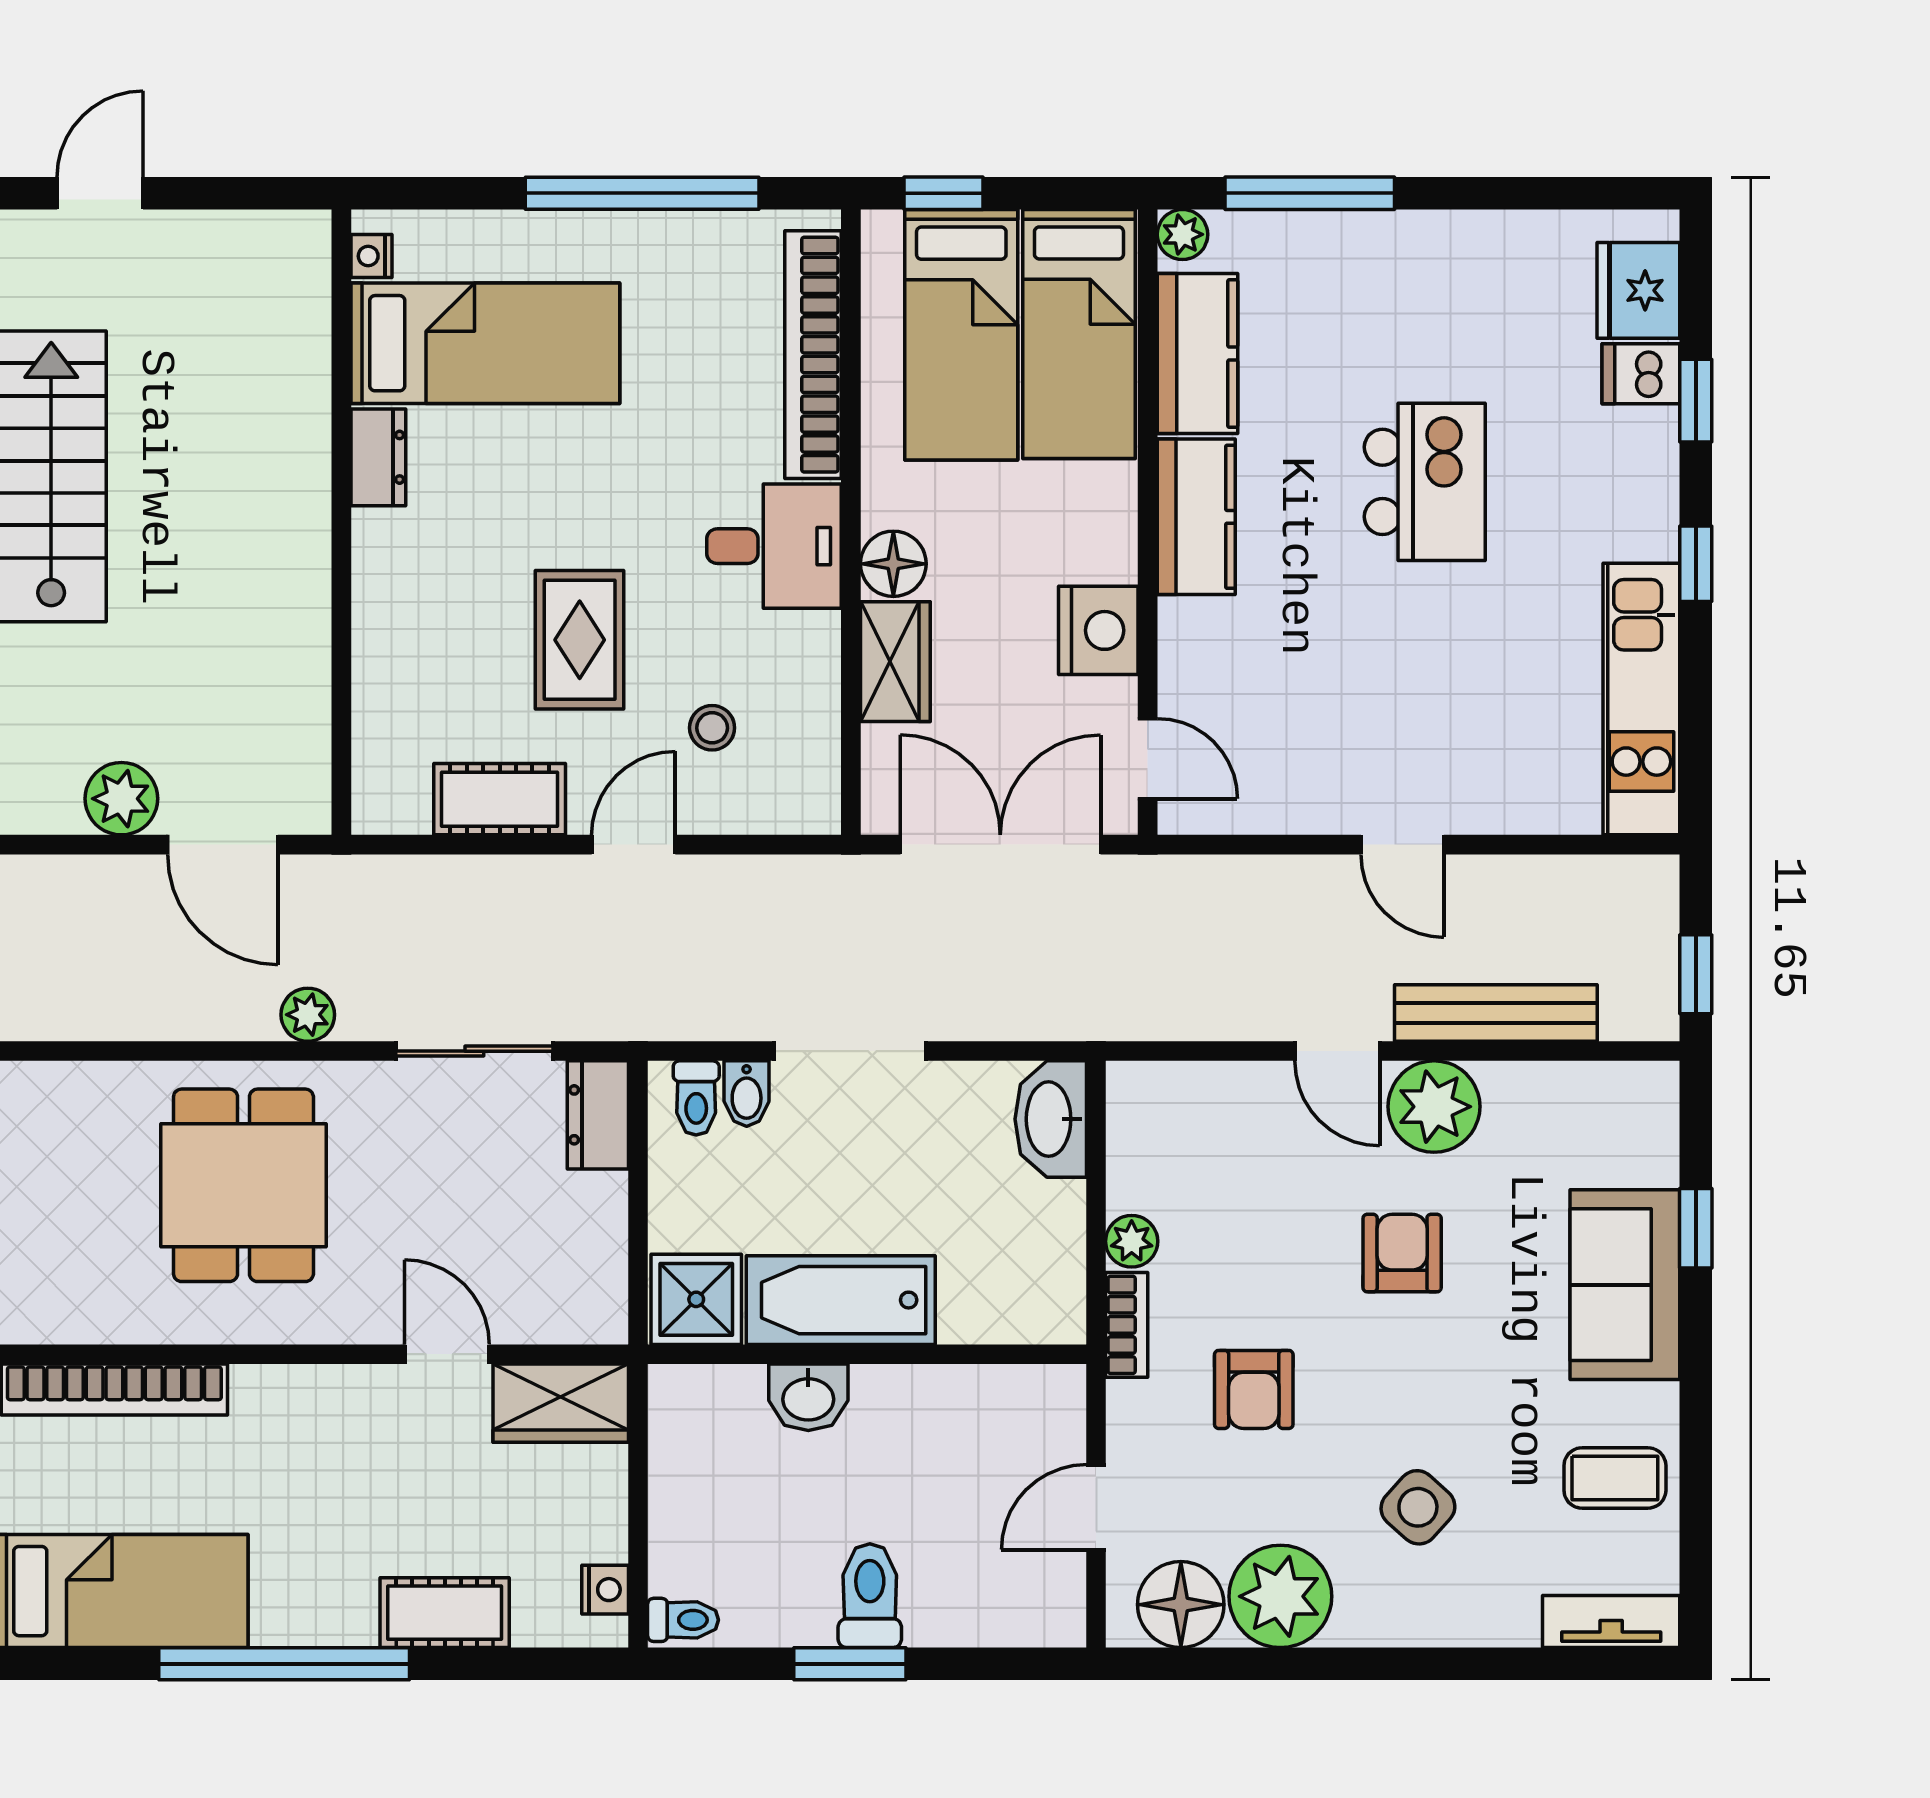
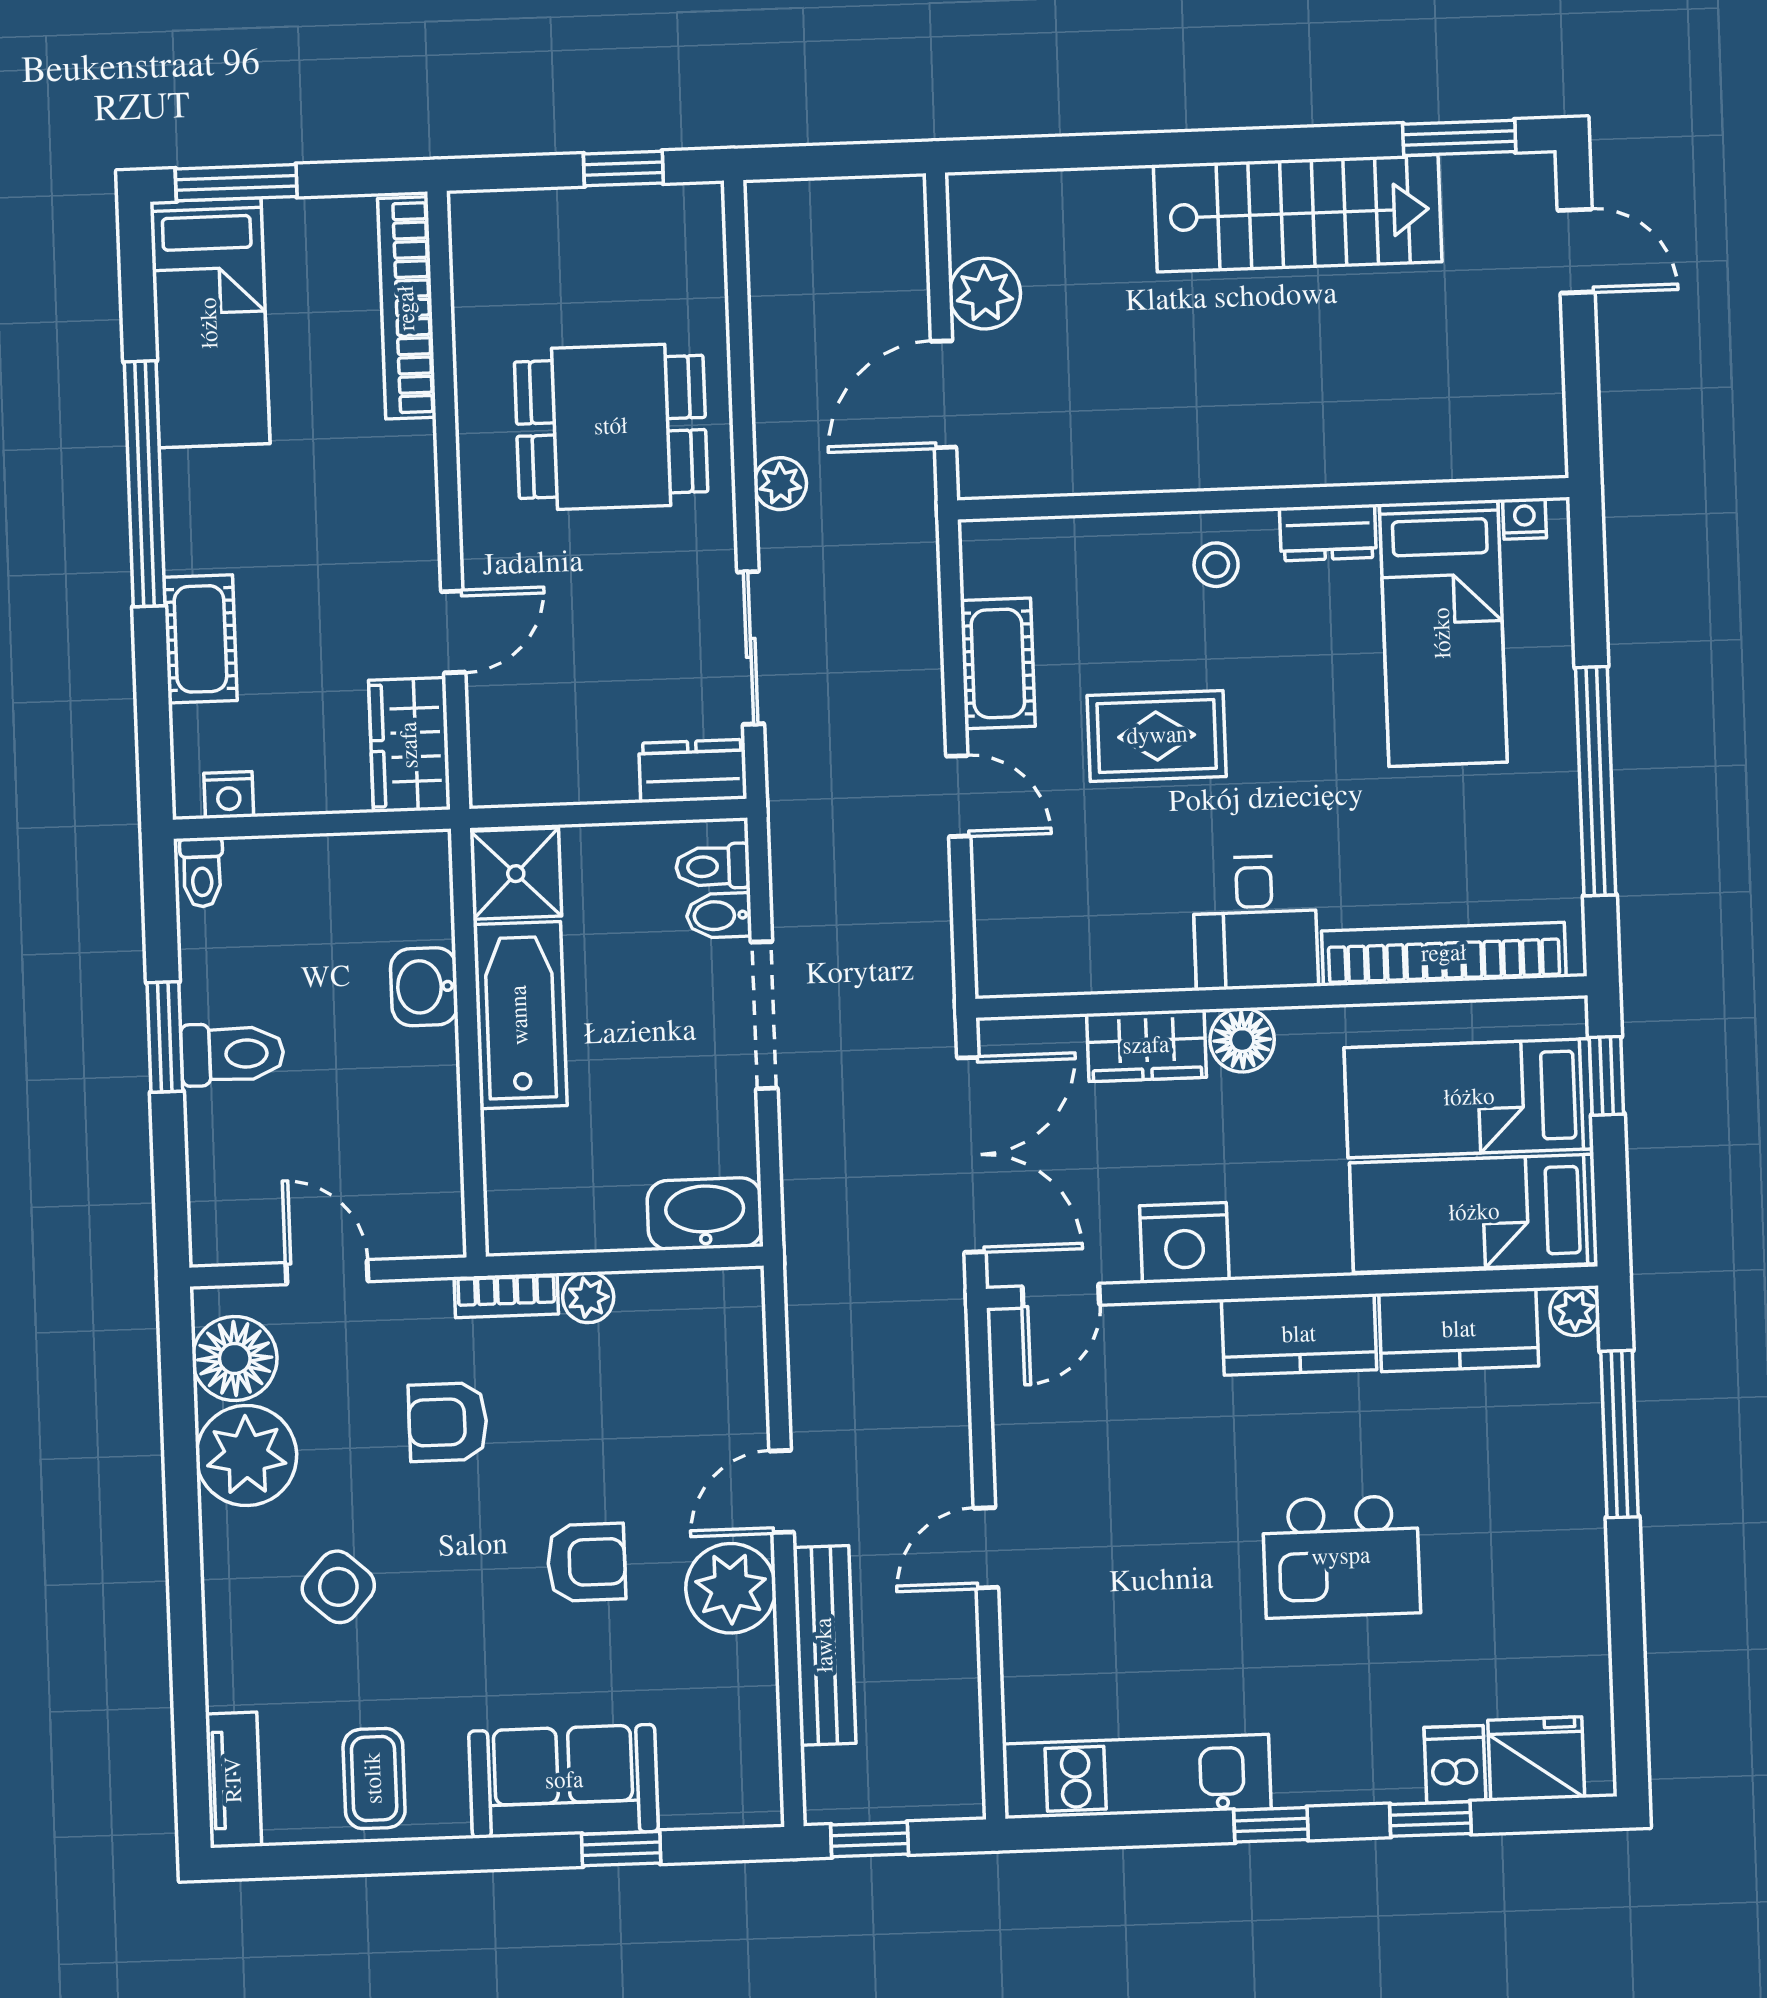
stool: (712, 728) -> (1216, 565), moved

